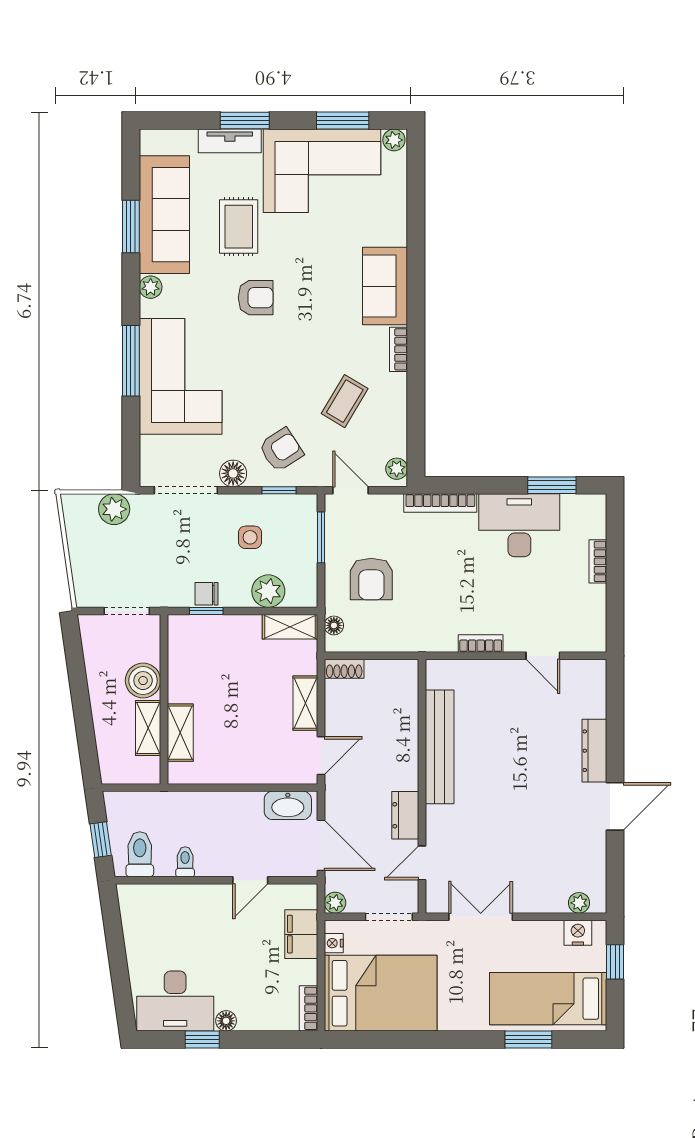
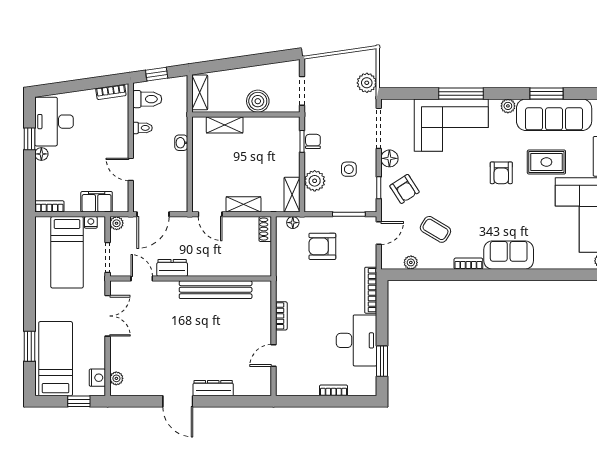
plant: (397, 469) -> (411, 262), moved
shelving: (148, 728) -> (200, 92), moved, turned 90
washbasin: (288, 805) -> (181, 143), moved, width x0.52, depth x0.69
bookcase: (129, 912) -> (111, 92), added
bed: (381, 993) -> (67, 252), width x0.67

